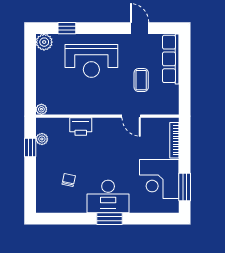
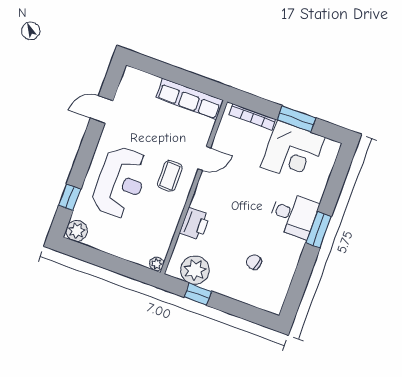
row of seats: (171, 59) -> (190, 99), moved
coffee table: (141, 80) -> (170, 176), moved, turned 90
plant: (42, 139) -> (195, 270), width x1.87, depth x1.87
window: (185, 187) -> (297, 119), moved
desk: (108, 196) -> (294, 215), width x0.73

